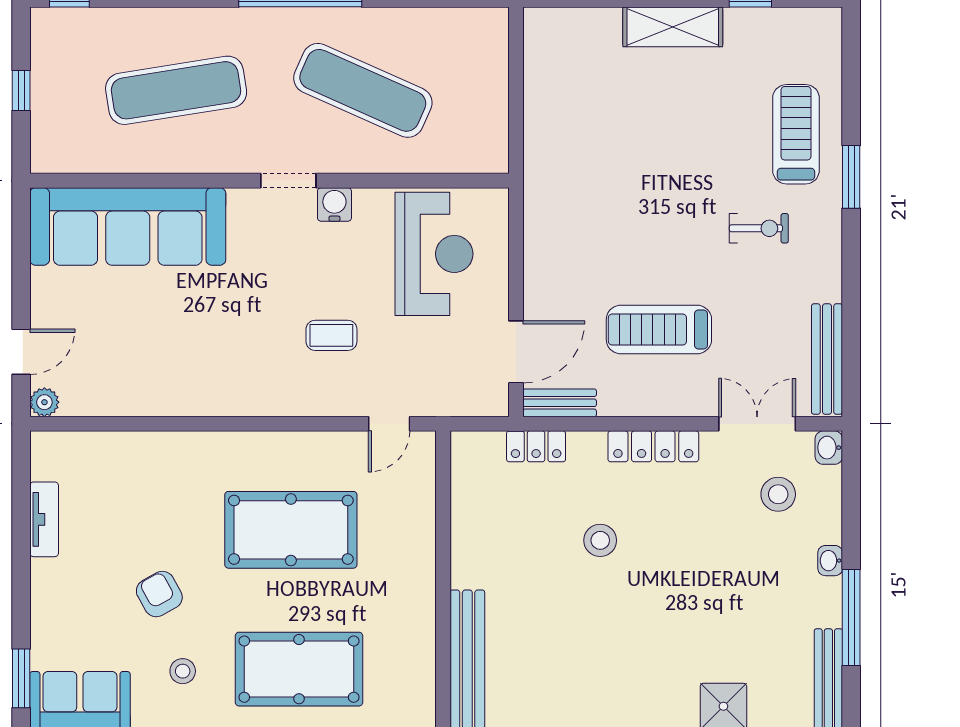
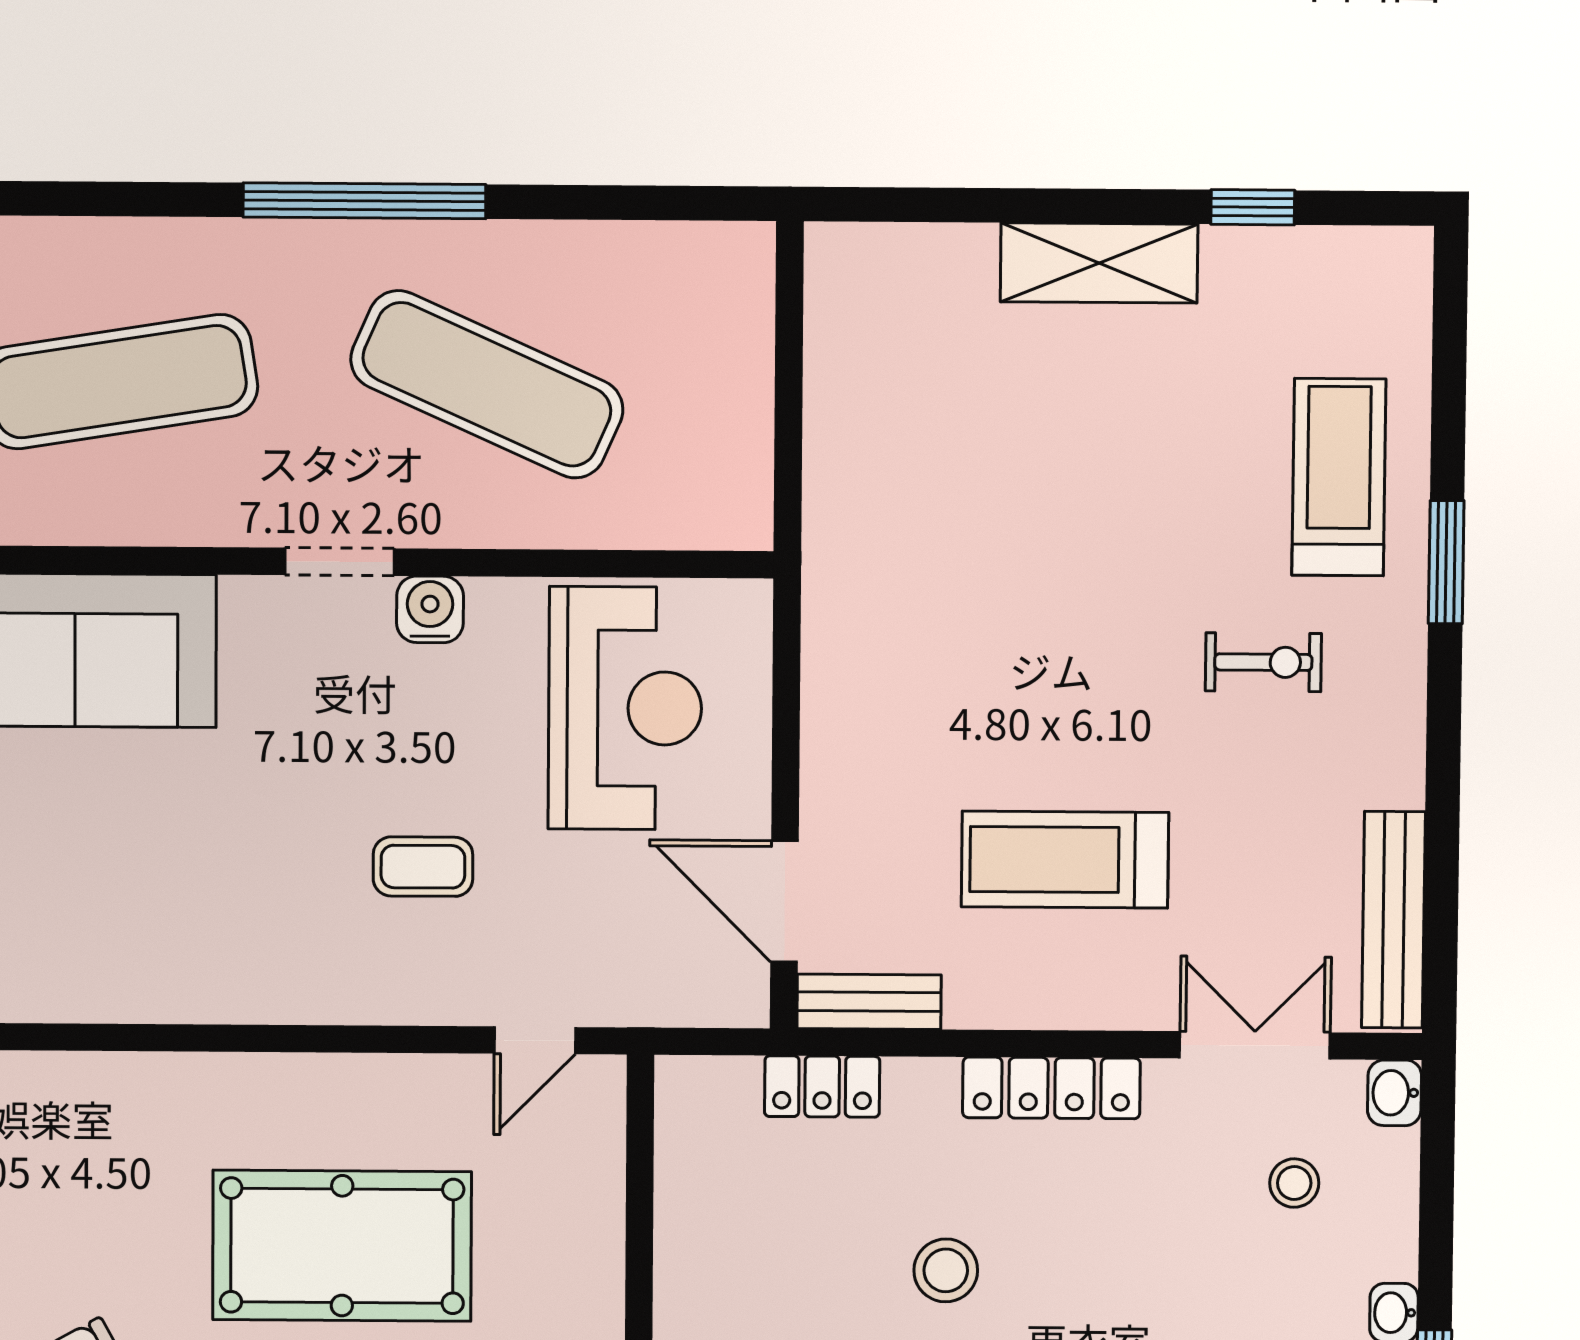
door: (516, 352) -> (784, 901), swing flipped
stool: (778, 494) -> (1294, 1183), width x0.73, depth x0.73

